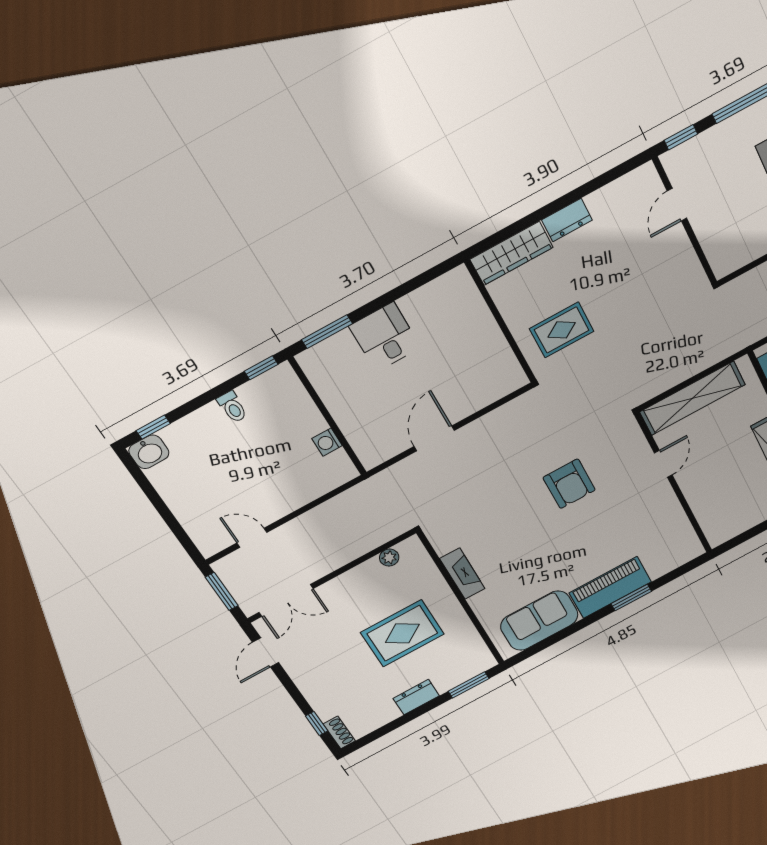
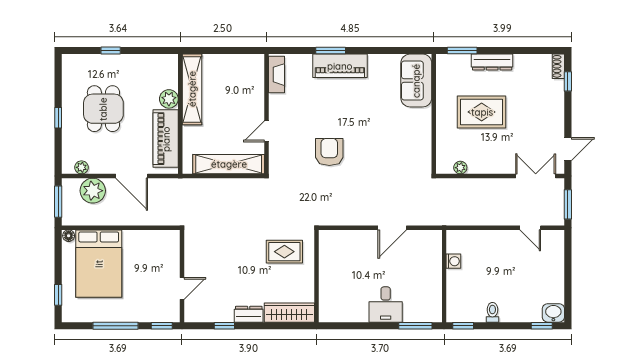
window: (593, 186) -> (224, 326), added
fireplace: (462, 574) -> (276, 75), moved, turned 180
sofa: (539, 621) -> (416, 81), moved, turned 90
dresser: (416, 697) -> (492, 62), width x1.44

